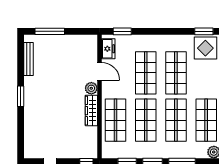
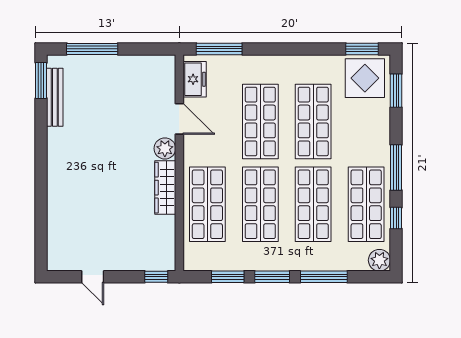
window: (122, 31) -> (219, 49), width x1.44
window: (21, 96) -> (41, 80), moved

